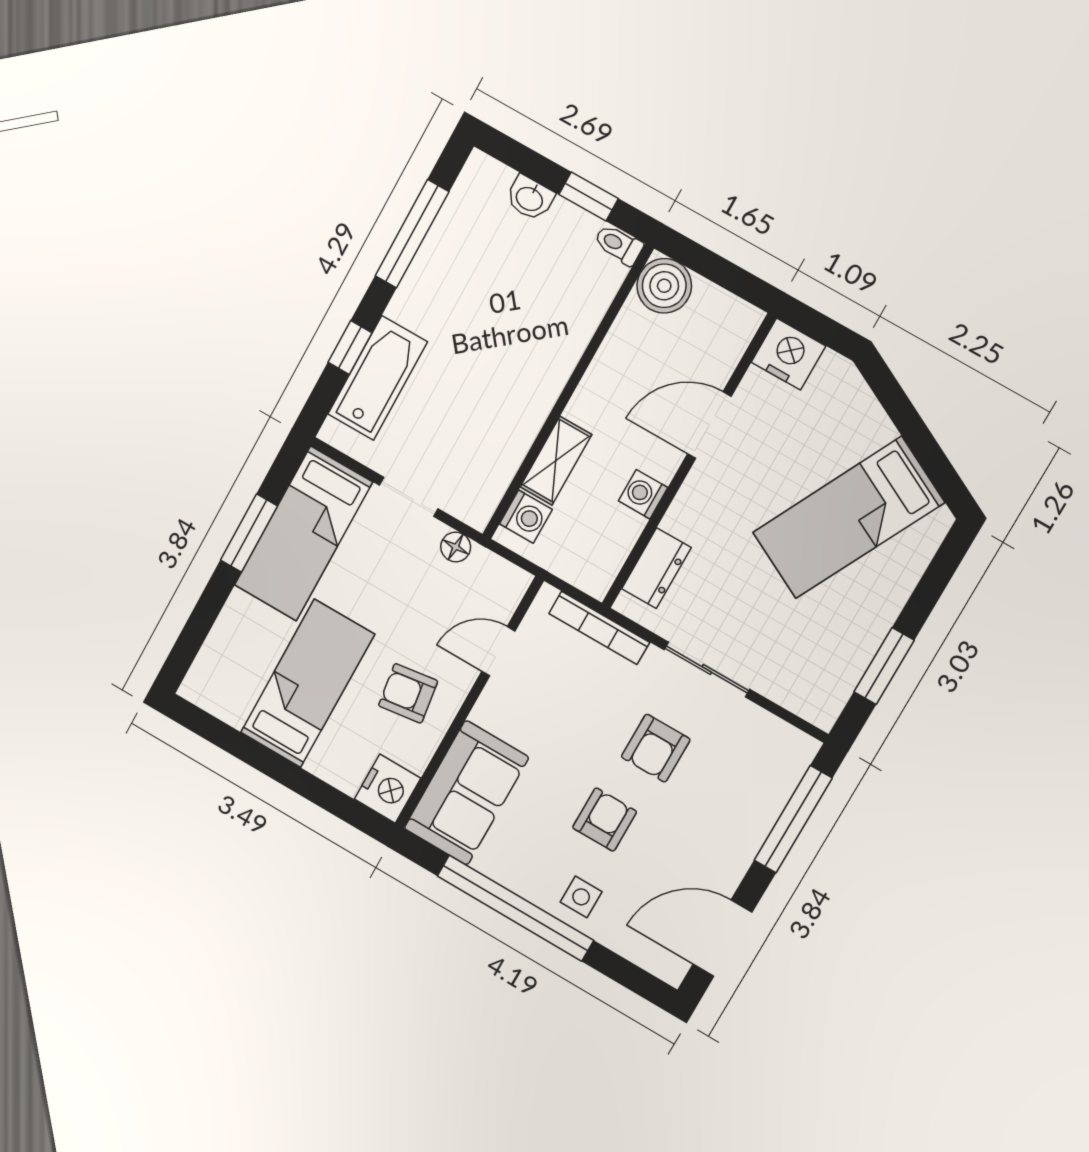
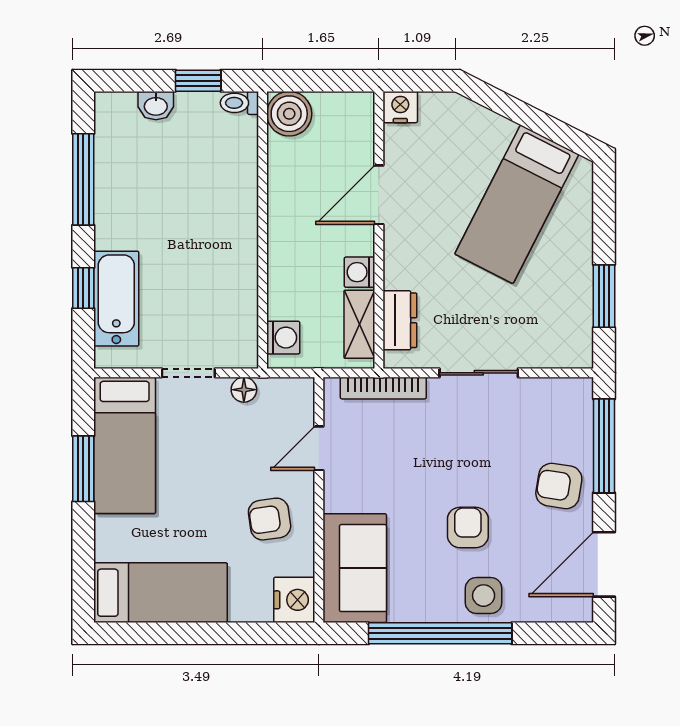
nightstand: (788, 354) -> (400, 107), width x0.74, depth x0.75
shelving: (556, 461) -> (359, 324), moved
bed: (307, 684) -> (161, 593), moved, turned 90
armchair: (656, 748) -> (559, 486), moved, turned 99
side table: (581, 897) -> (484, 596), width x1.37, depth x1.37

